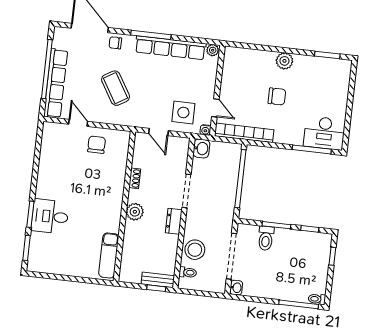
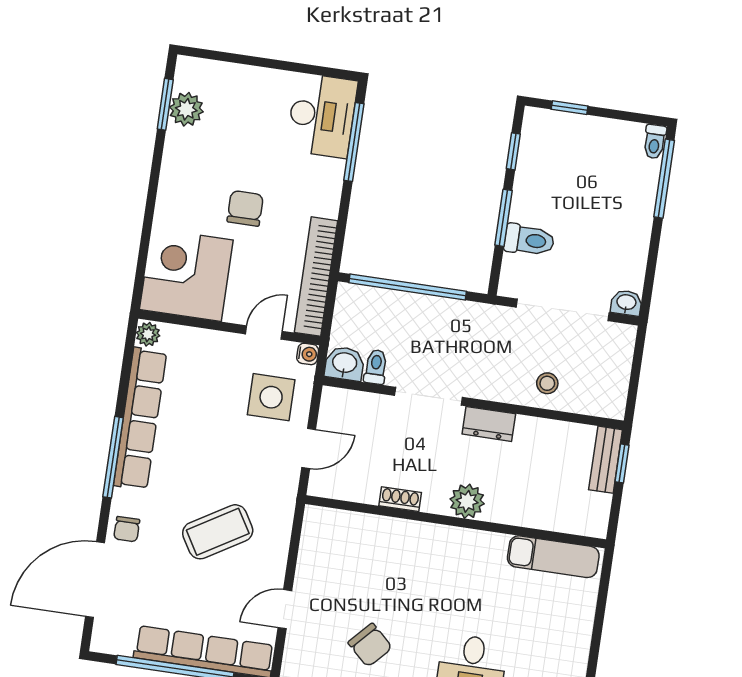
plant: (284, 61) -> (186, 109), moved
corner desk: (243, 68) -> (186, 275), added
chair: (97, 145) -> (370, 645), moved, turned -137
stool: (195, 250) -> (547, 383), width x0.53, depth x0.53
toilet: (188, 272) -> (376, 367), moved

